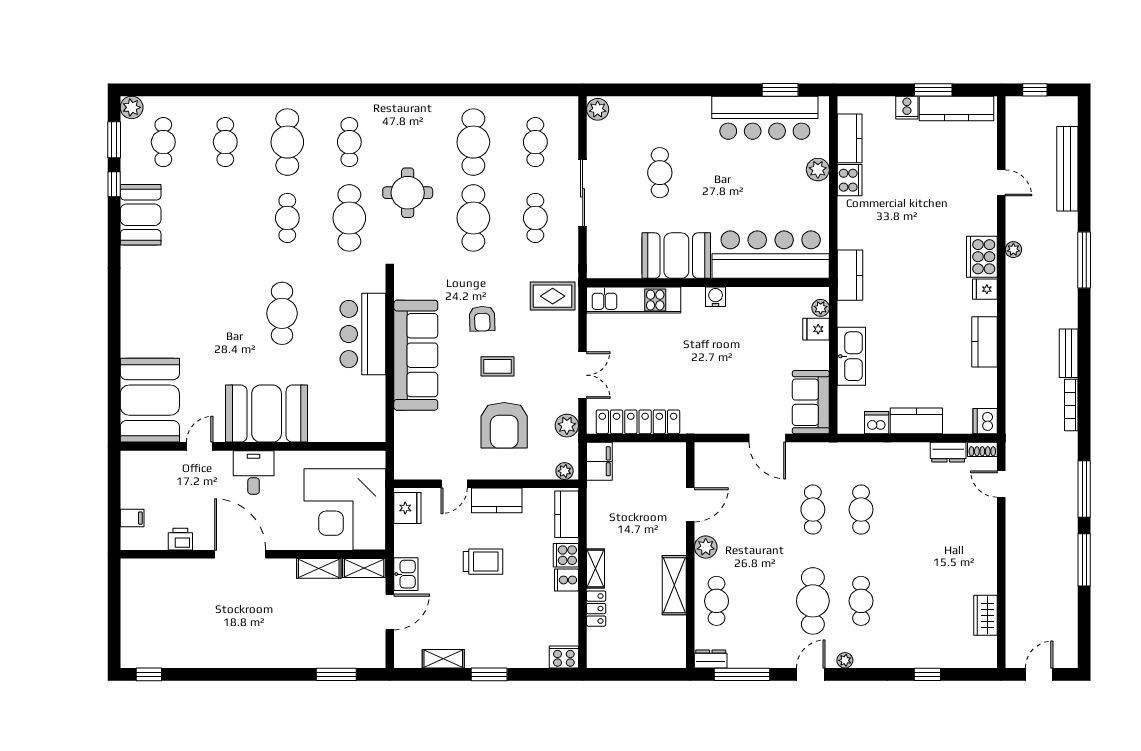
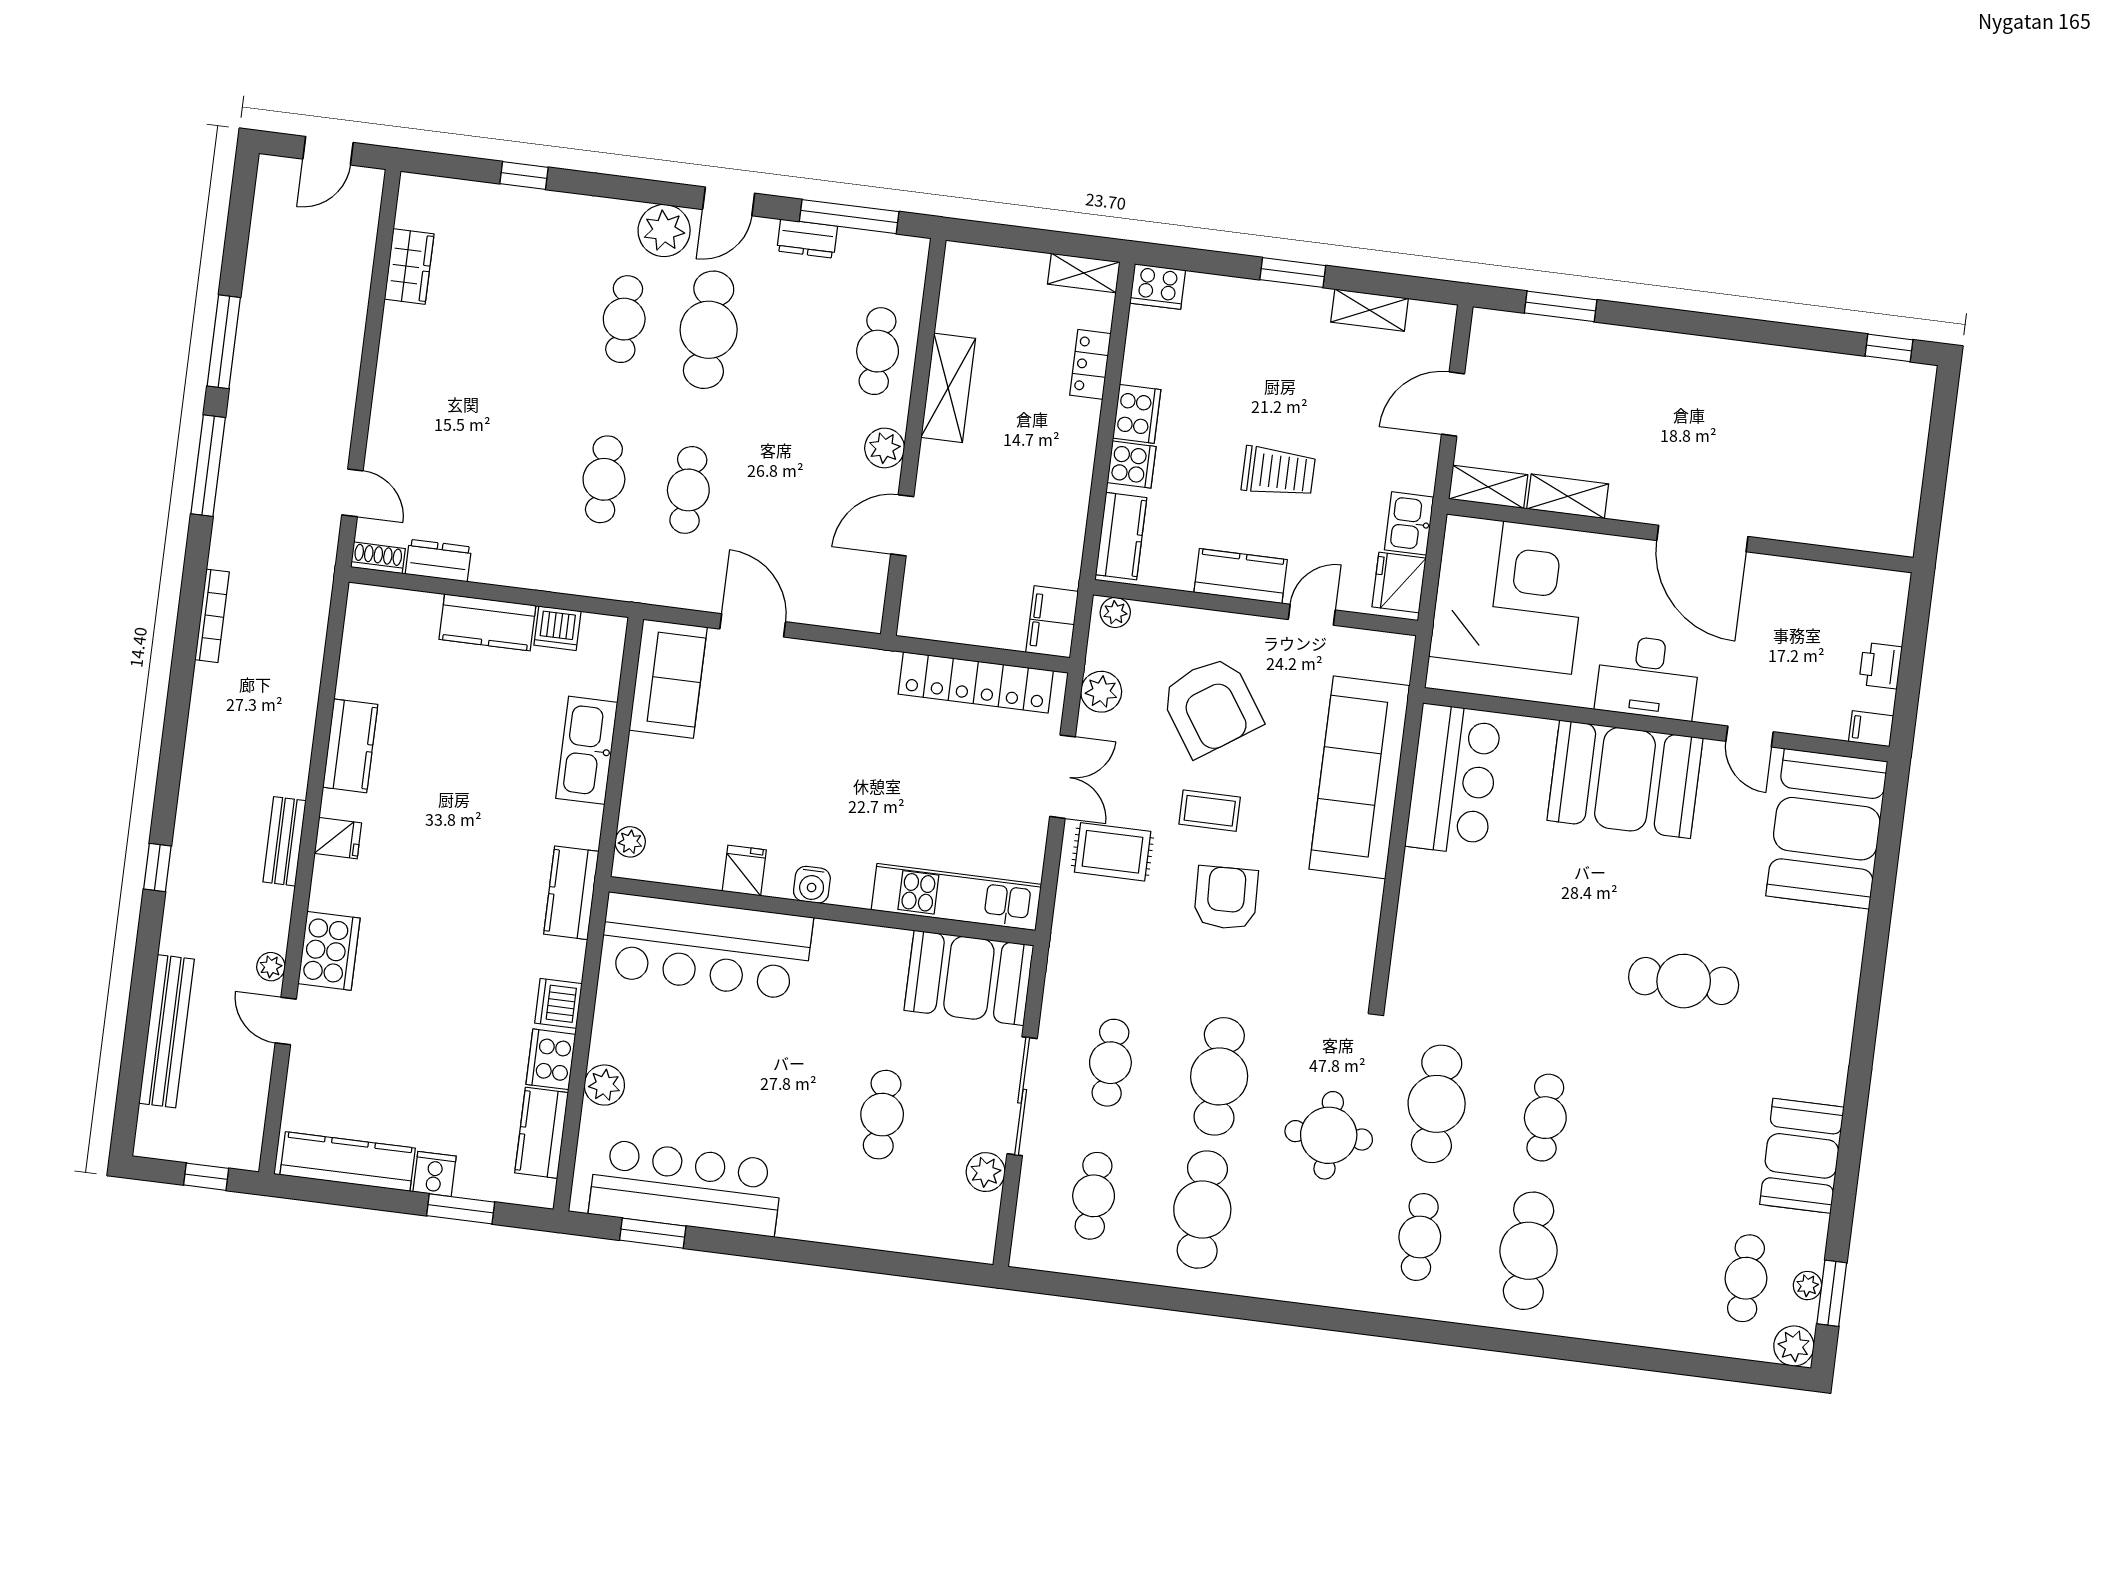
window: (933, 90) -> (461, 1209), moved
plant: (598, 109) -> (986, 1172), moved
plant: (128, 142) -> (1807, 1286), added
cafe table: (225, 142) -> (1637, 1264), removed
window: (114, 184) -> (1842, 1215), removed
plant: (1013, 250) -> (271, 967), moved
booth: (676, 256) -> (969, 978), moved
cooker: (982, 257) -> (329, 951), moved
window: (1084, 260) -> (157, 868), width x0.46
rug: (553, 296) -> (1113, 852), moved
cafe table: (282, 313) -> (1684, 981), moved, turned 90
armchair: (482, 319) -> (1226, 898), width x1.38, depth x1.38
fridge: (816, 329) -> (744, 870), moved, turned -90
bar counter: (363, 334) -> (1453, 779), moved
bench: (1069, 353) -> (284, 841), moved
sofa: (416, 355) -> (1359, 777), moved
double door: (583, 375) -> (1062, 777), swing flipped
dishwasher: (985, 421) -> (558, 1003), moved, turned 180
armchair: (504, 425) -> (1211, 706), turned 146
door: (200, 446) -> (1750, 737), hinge flipped
desk: (254, 472) -> (1648, 677), width x1.37
filing cabinet: (132, 518) -> (1871, 729), moved
printer: (180, 539) -> (1881, 666), moved, turned 90
trolley: (483, 562) -> (1278, 472), turned 180
shelving: (596, 568) -> (1084, 273), moved, turned 90
kitchen sink: (406, 574) -> (1409, 523), moved
cooker: (567, 580) -> (1137, 414), width x1.36
dresser: (711, 659) -> (807, 239), moved
plant: (845, 660) -> (664, 231), width x1.88, depth x1.88

